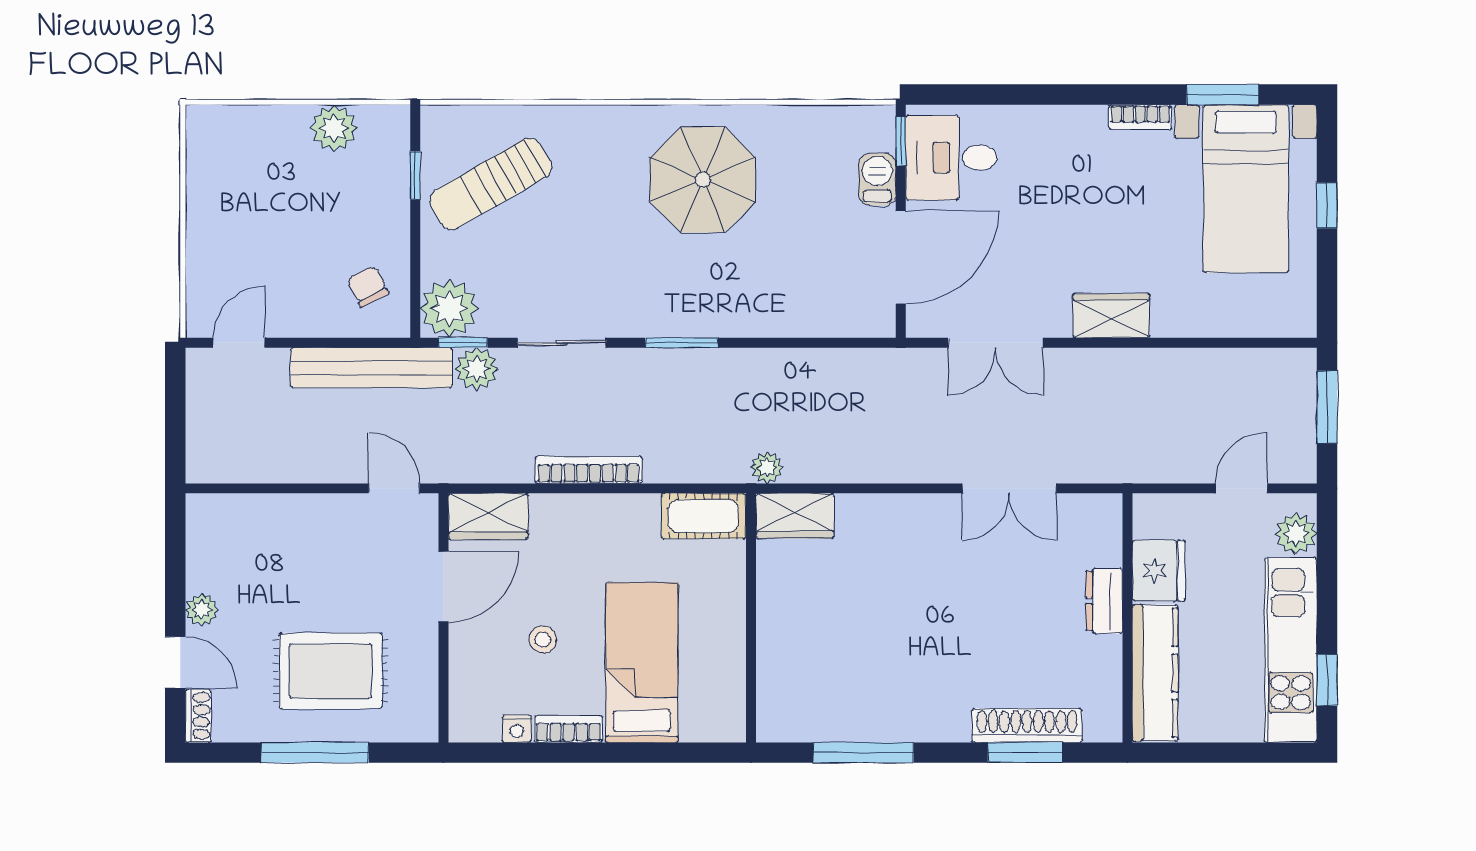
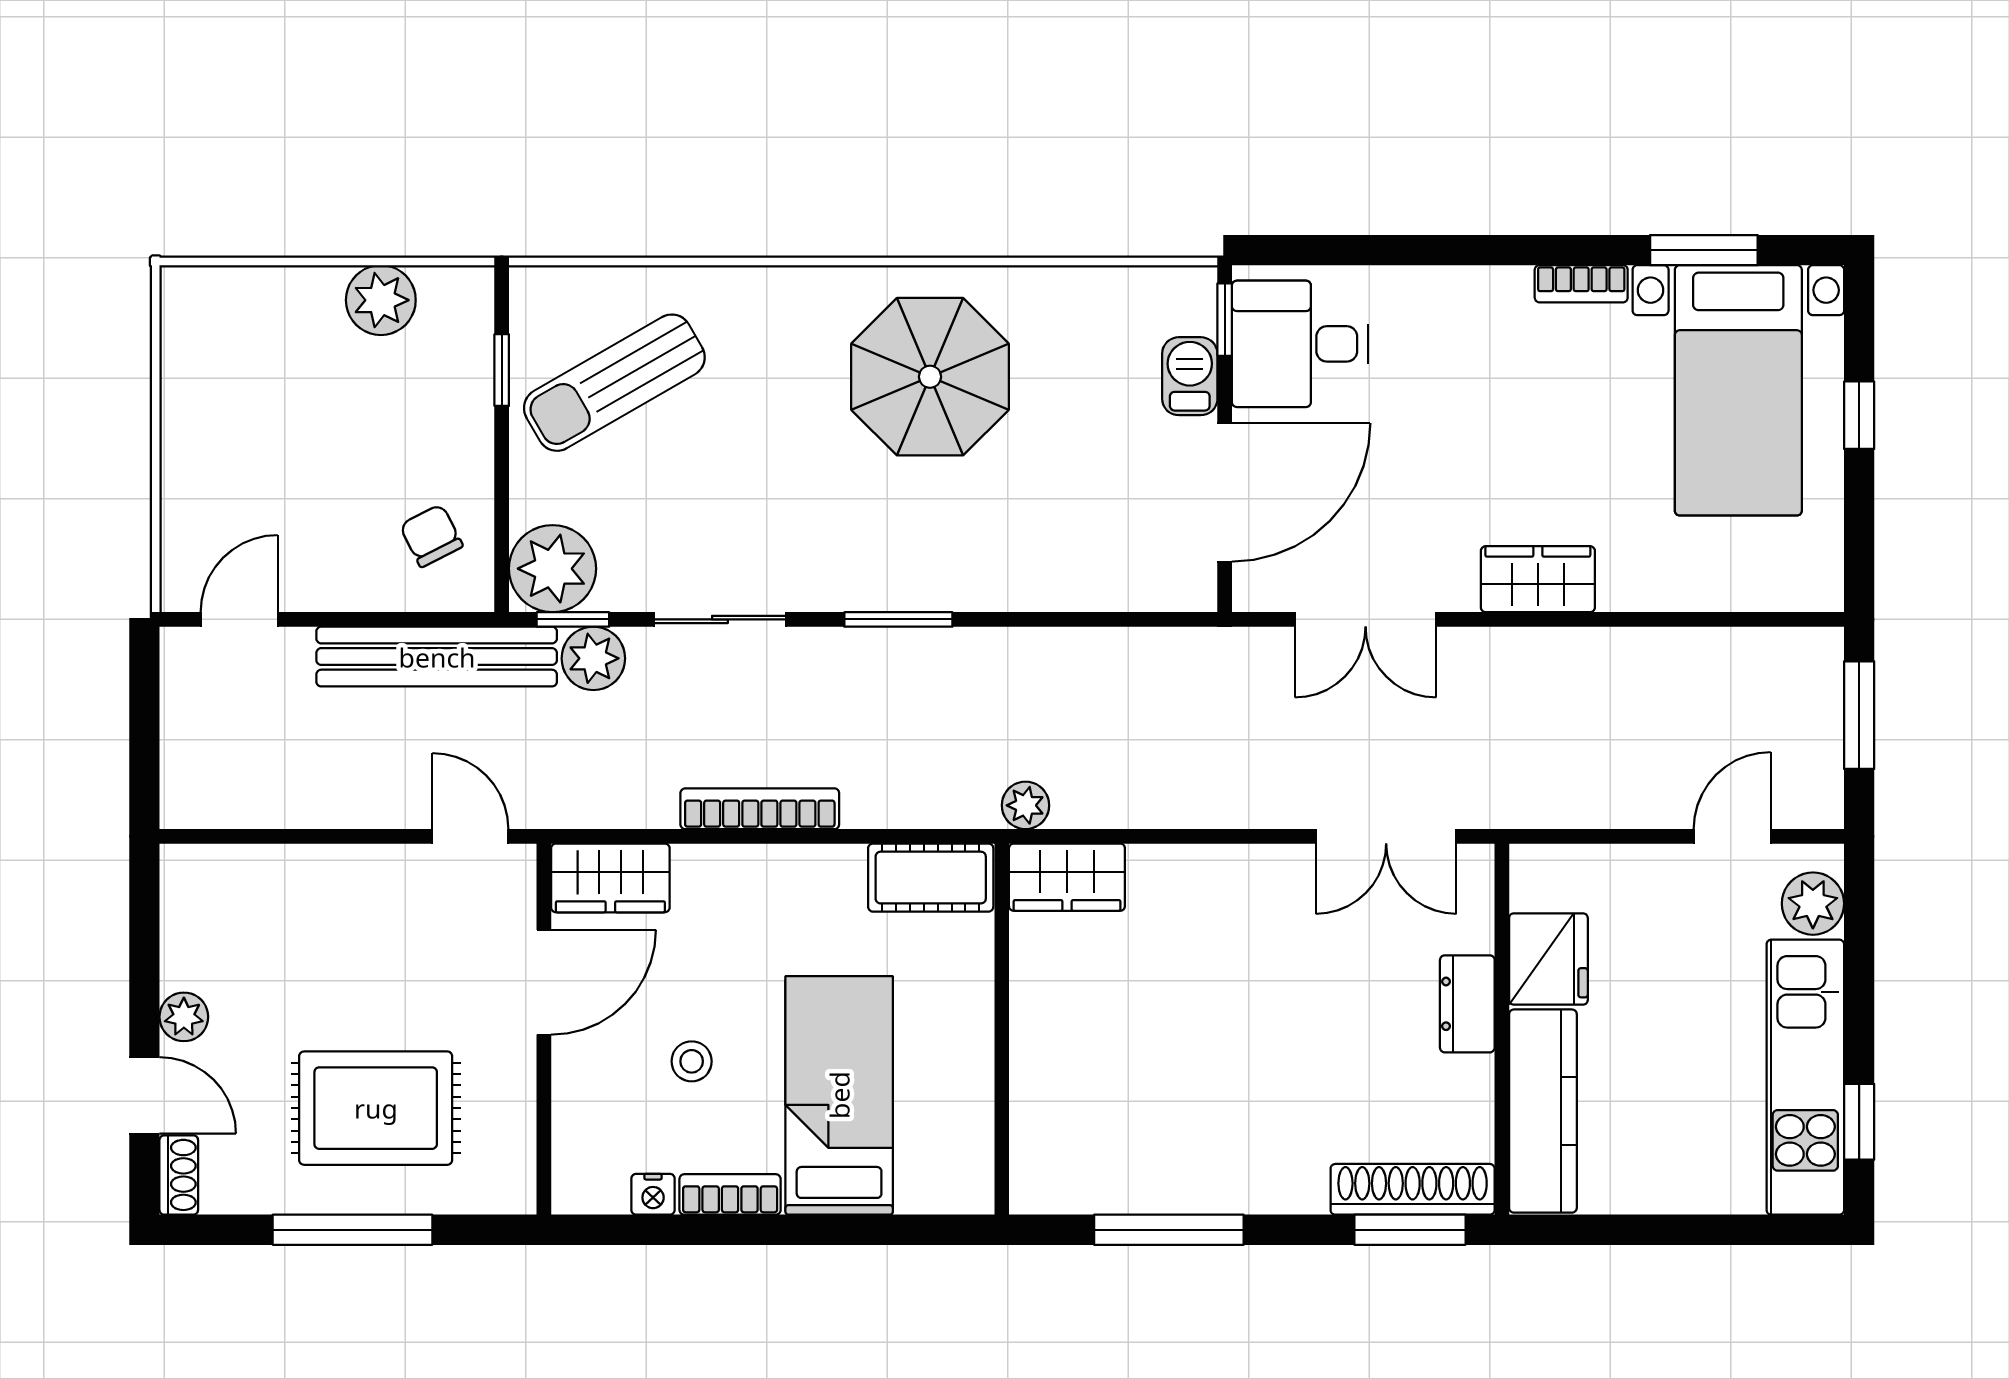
fridge: (1159, 571) -> (1548, 959), moved
dresser: (1104, 601) -> (1467, 1004), moved
wall: (1127, 618) -> (1502, 1029), moved
kitchen counter: (1155, 673) -> (1543, 1111), moved

